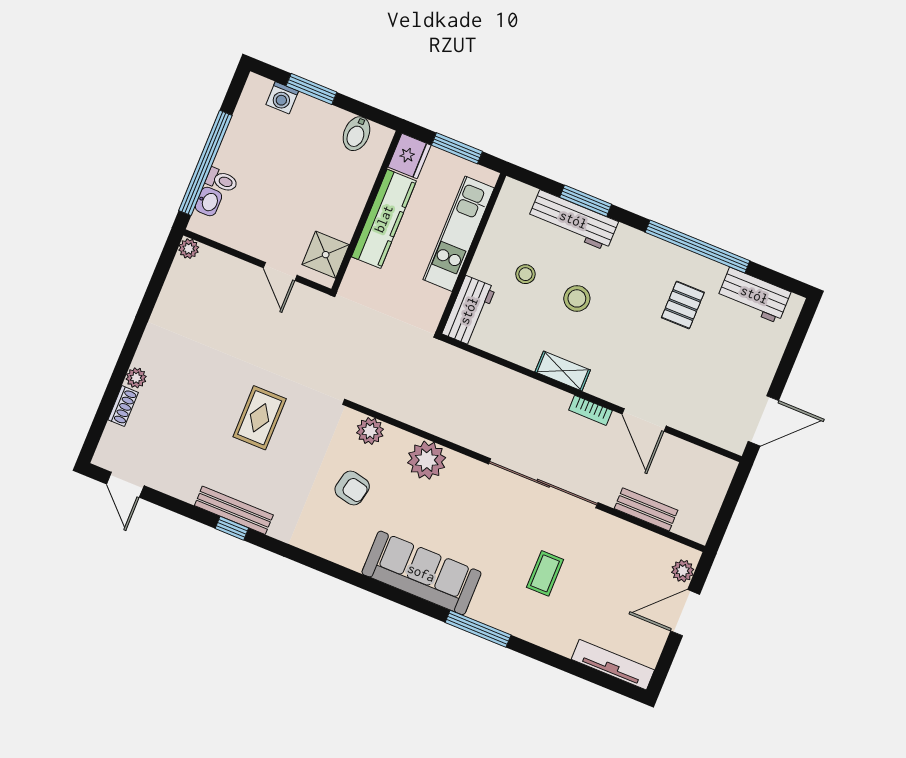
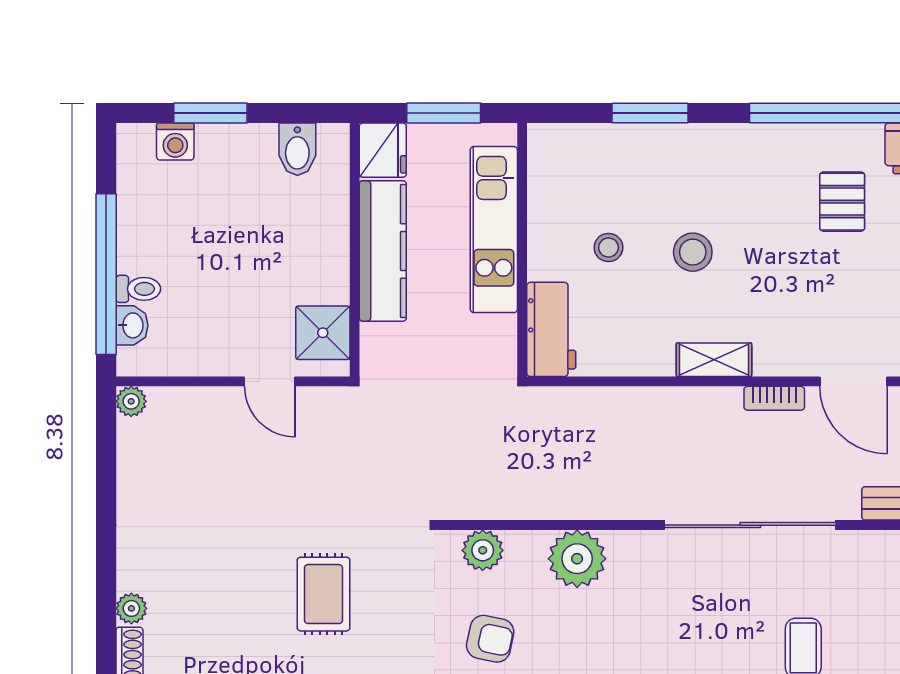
workbench: (573, 220) -> (644, 147), removed

